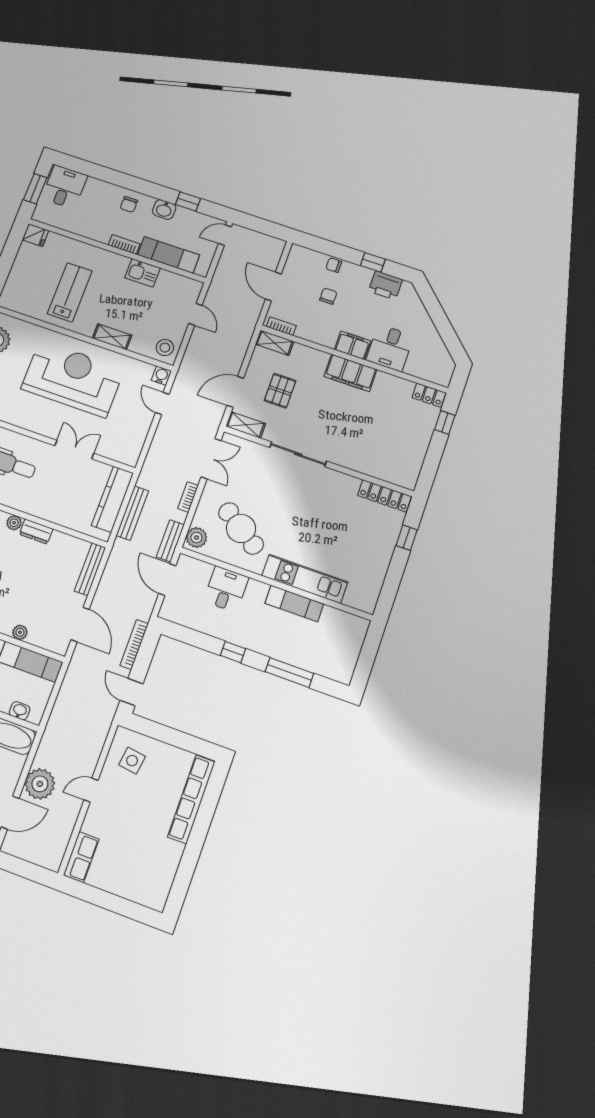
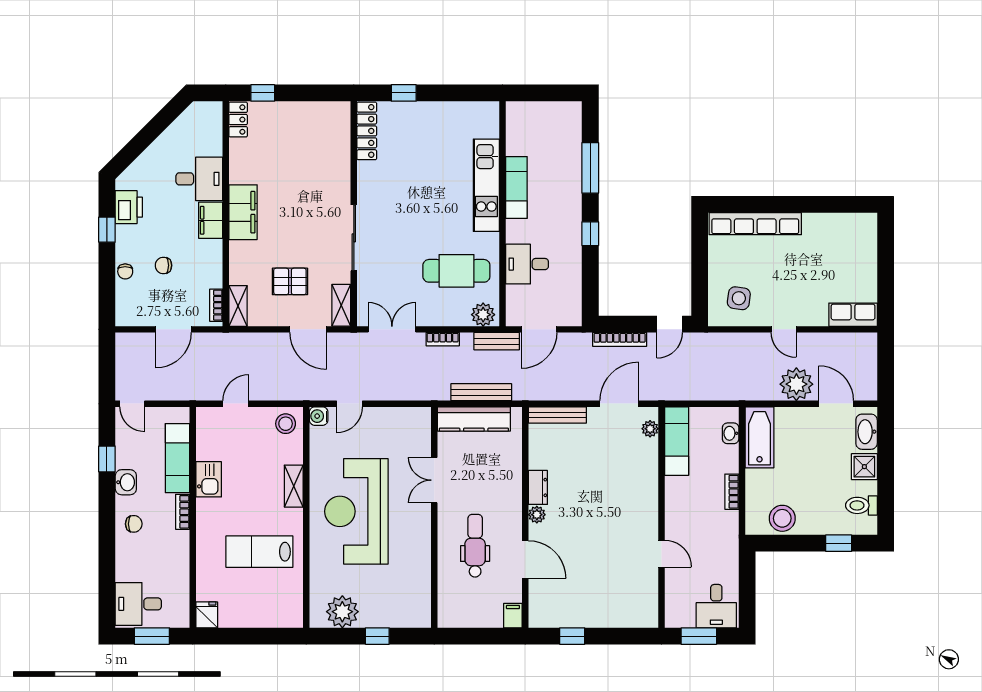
cafe table: (241, 528) -> (456, 271), turned 56
plant: (20, 632) -> (650, 429), moved

